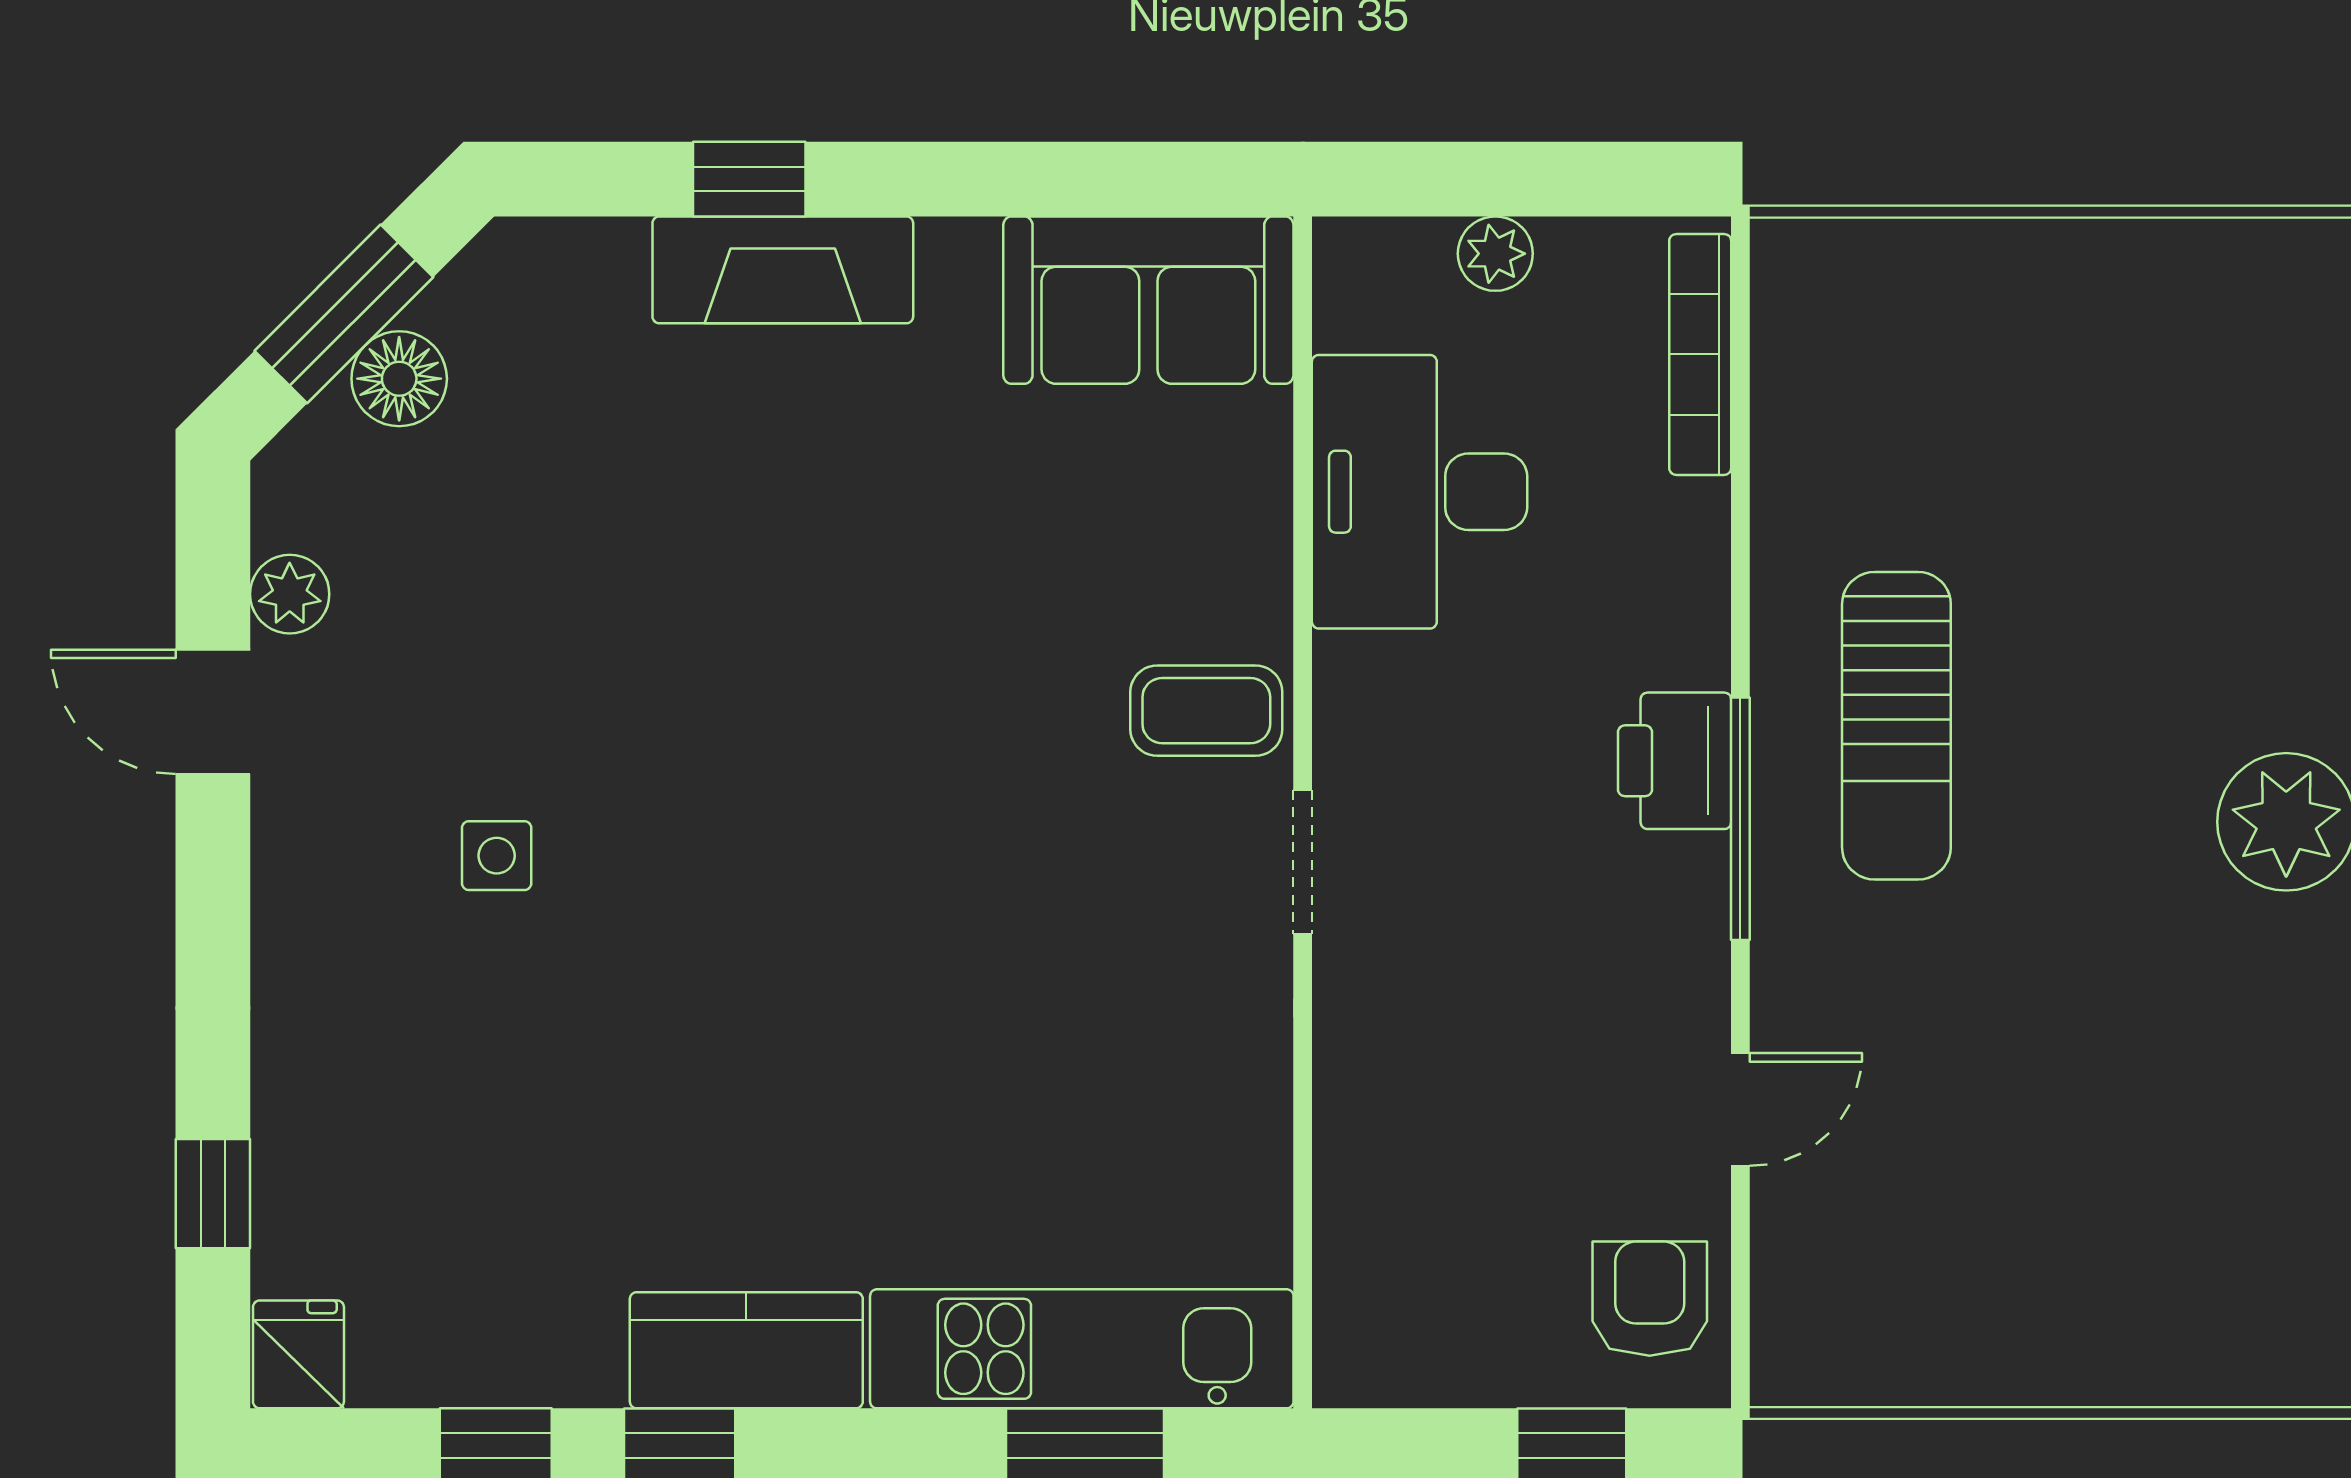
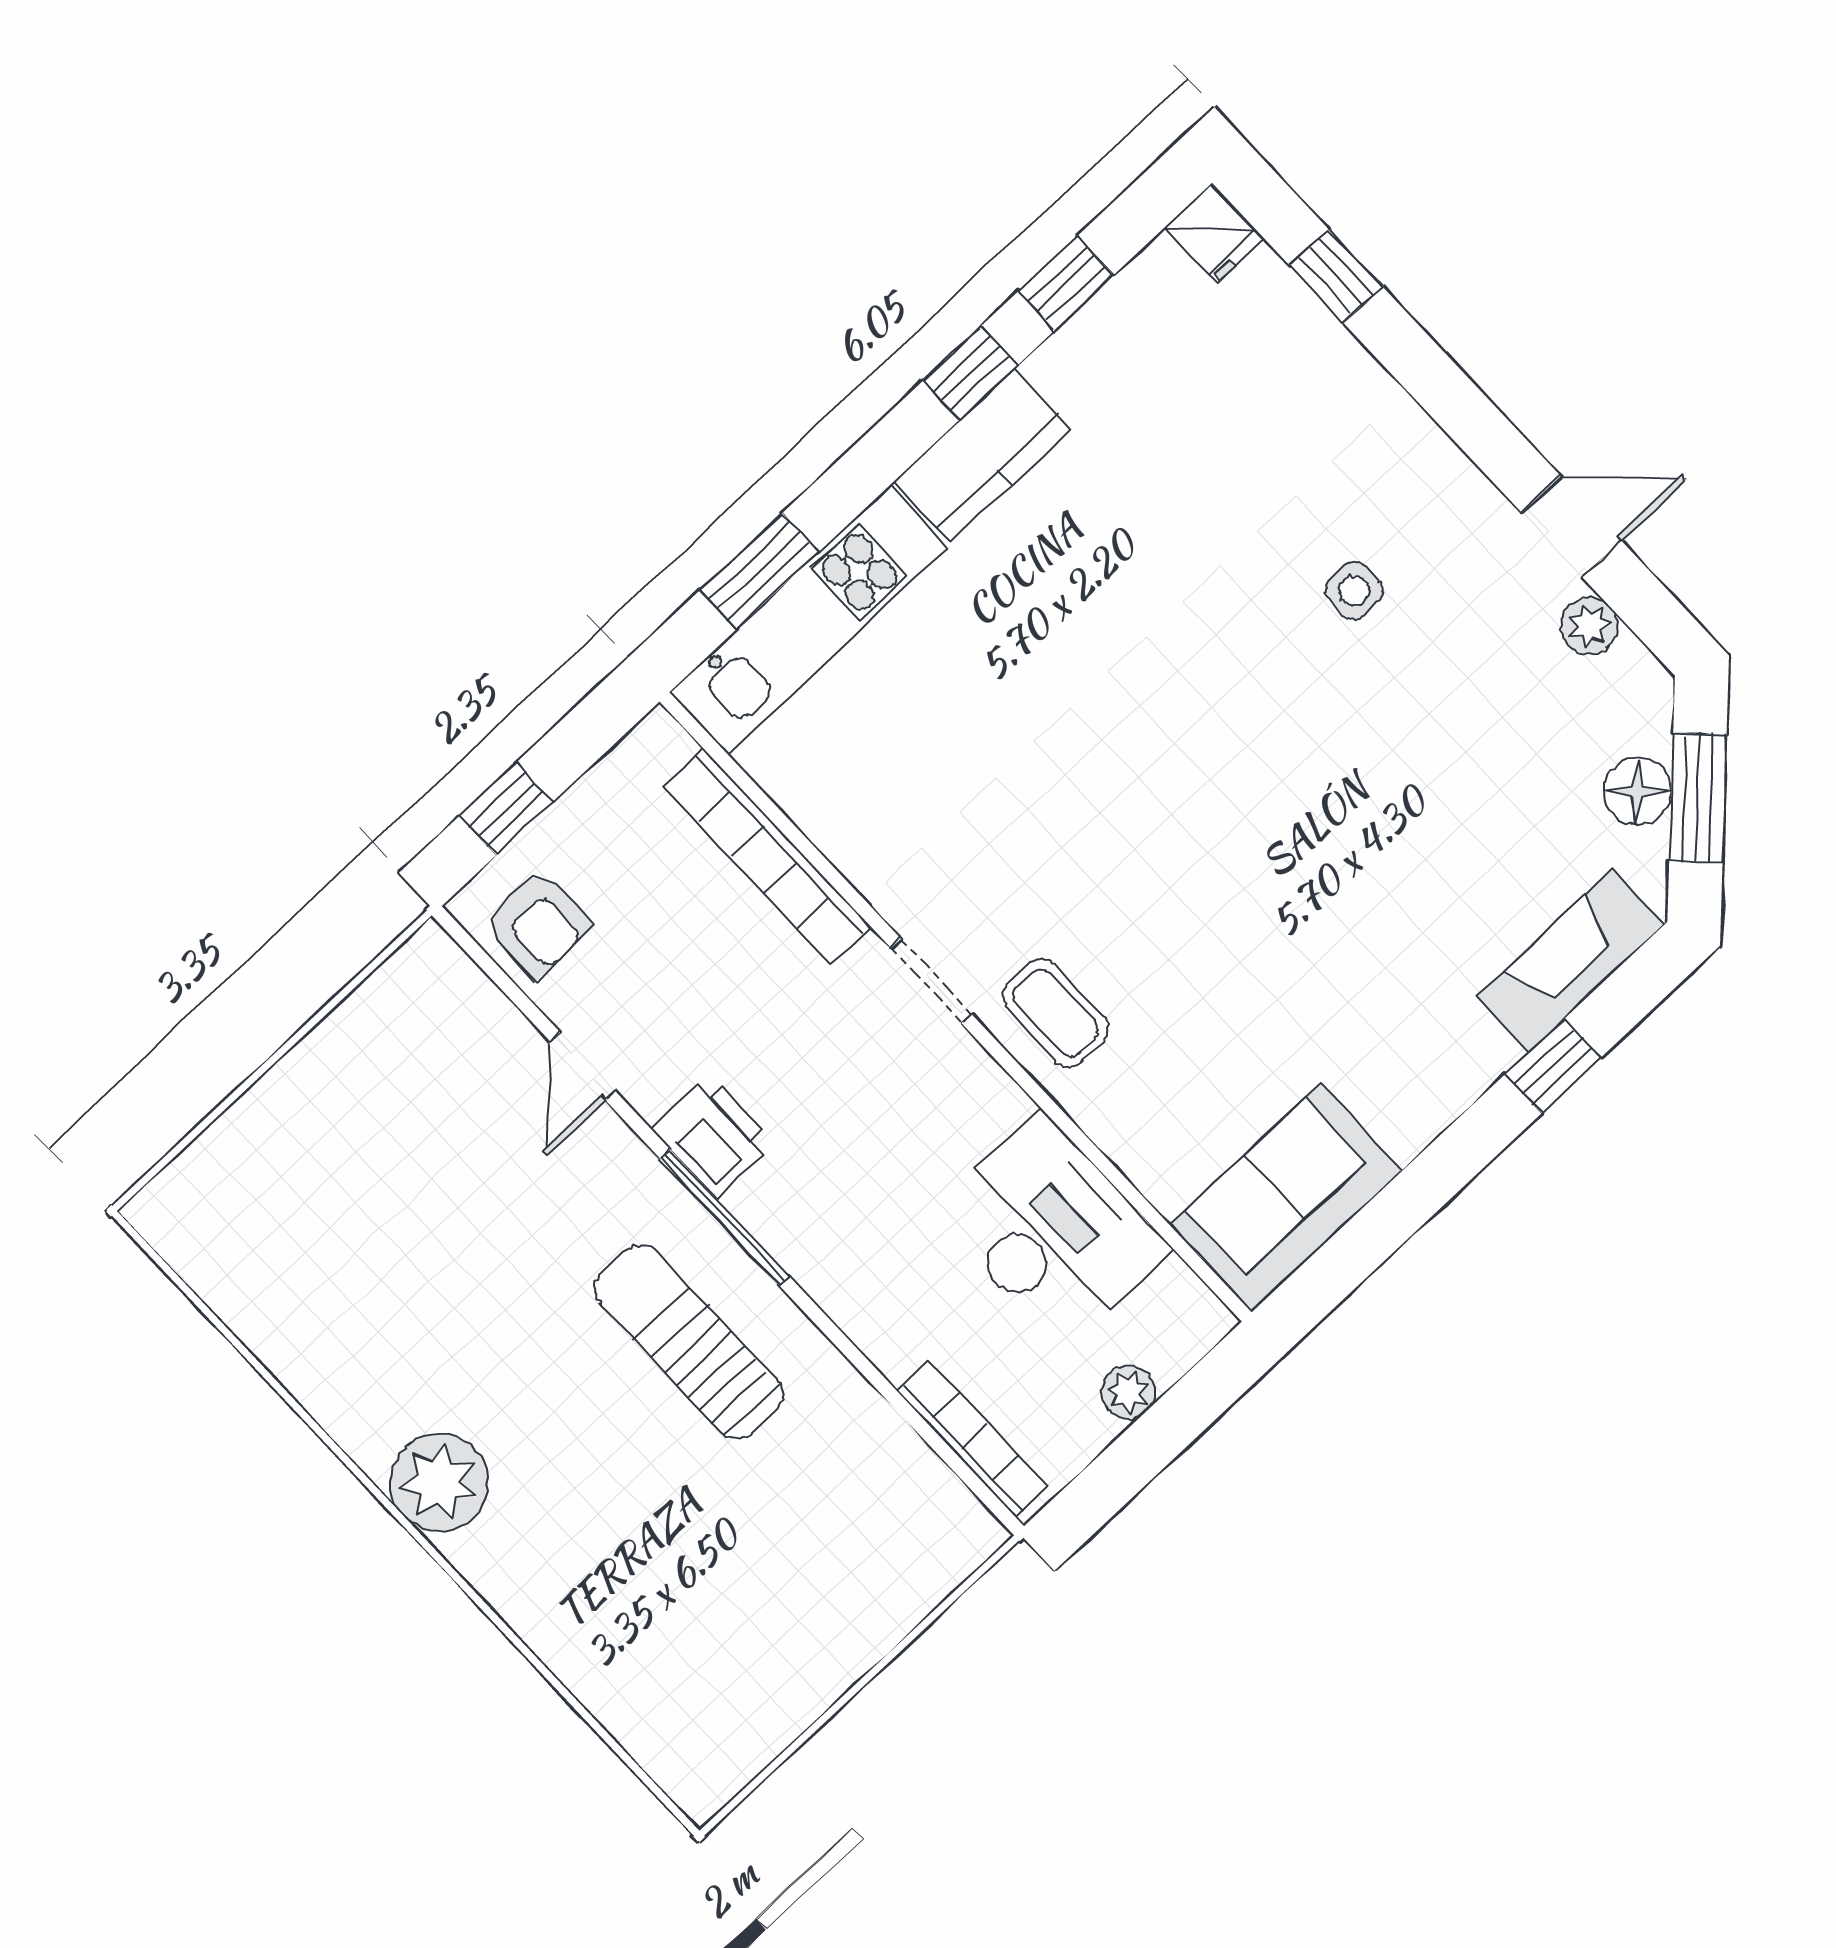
fireplace: (783, 270) -> (1571, 960), moved
coffee table: (1206, 711) -> (1055, 1013), turned 90
printer: (1675, 761) -> (713, 1136), moved
bookcase: (1351, 1147) -> (767, 856), added

